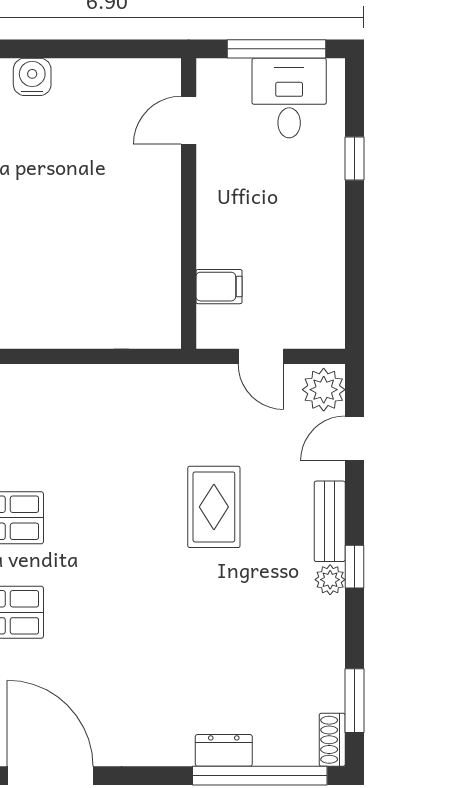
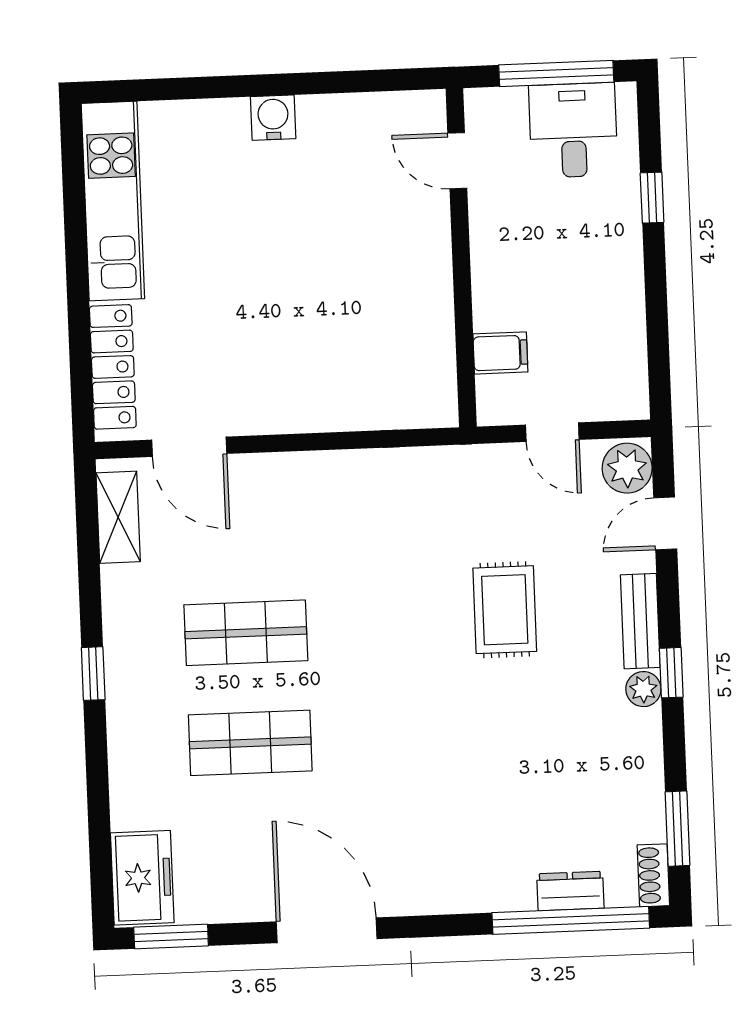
door: (189, 120) -> (457, 161), hinge flipped
dresser: (224, 750) -> (570, 891), moved

